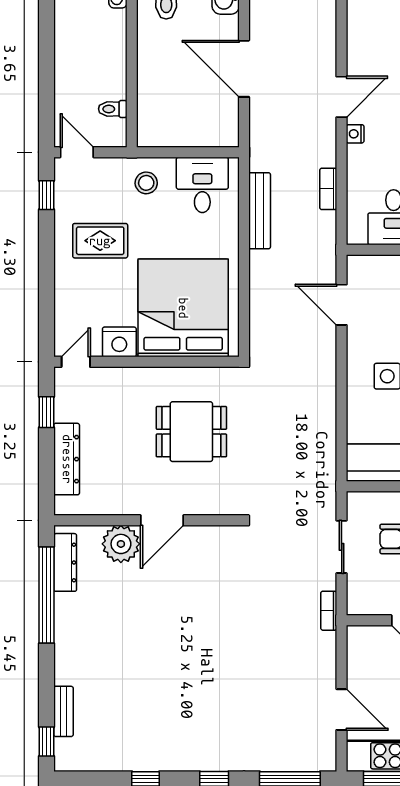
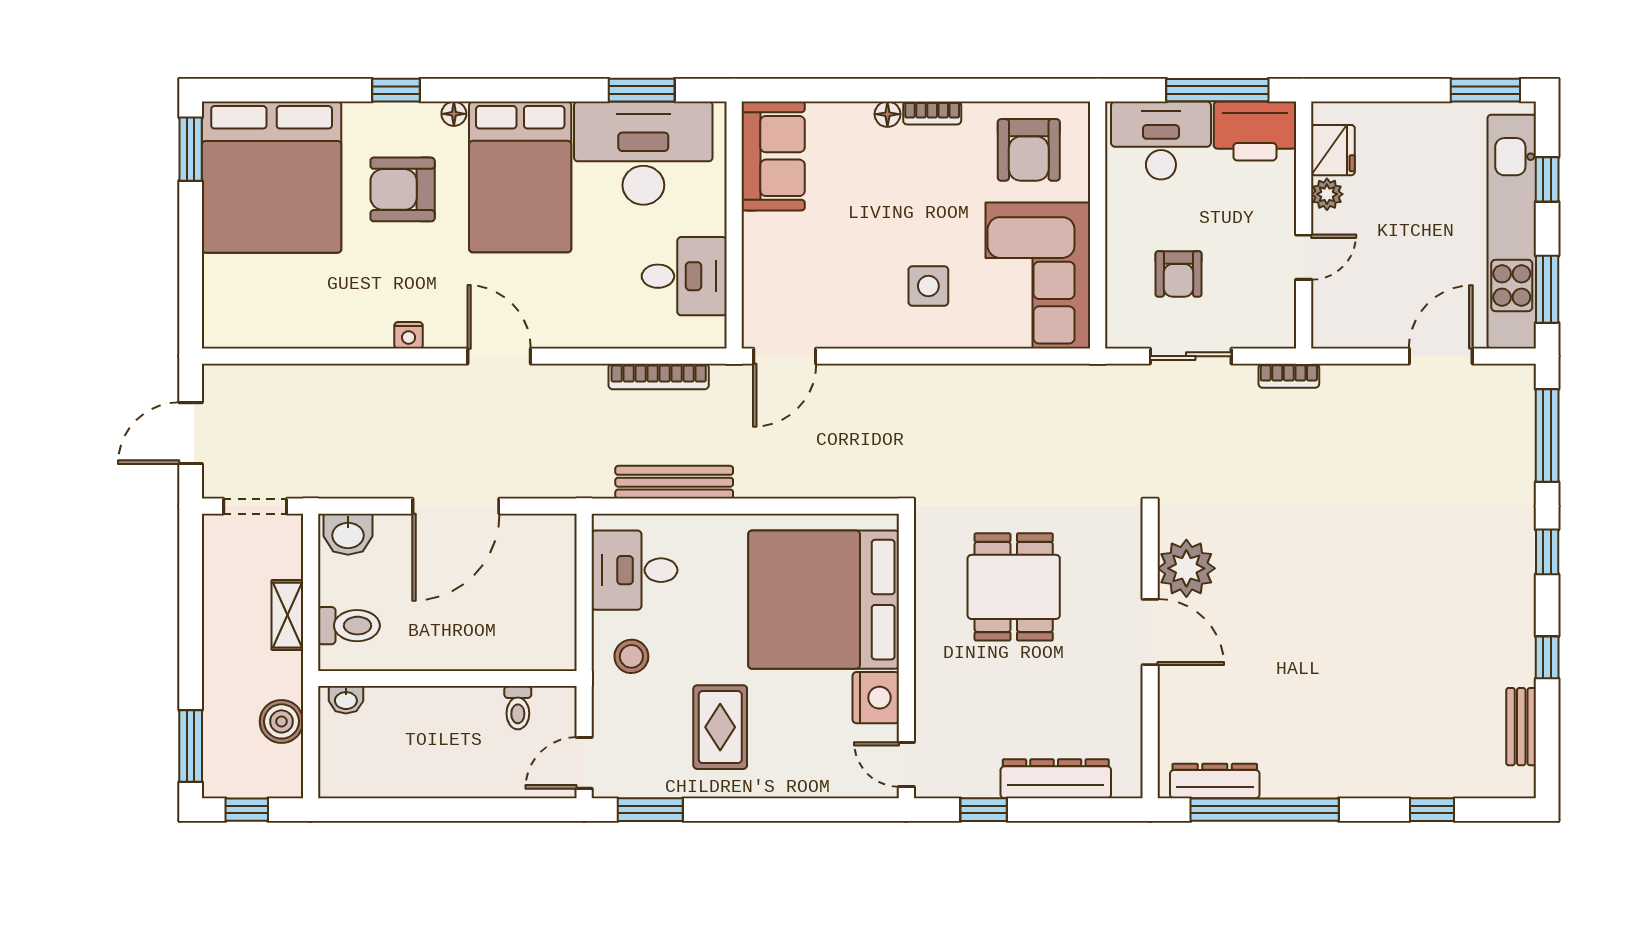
nightstand: (355, 134) -> (409, 335), moved
bookcase: (328, 189) -> (659, 377), width x1.56
window: (46, 195) -> (650, 810), width x1.50
door: (342, 305) -> (785, 356), moved
plant: (121, 544) -> (1186, 568), moved
bench: (63, 711) -> (1521, 727), moved, turned 90
window: (46, 742) -> (1432, 810), moved

